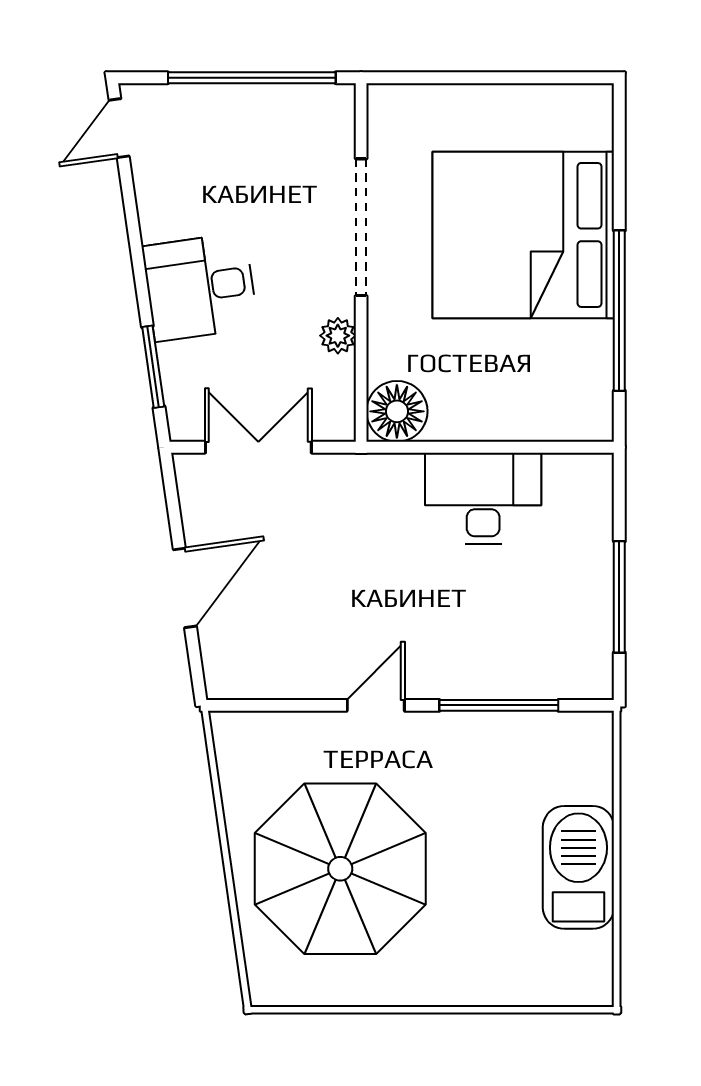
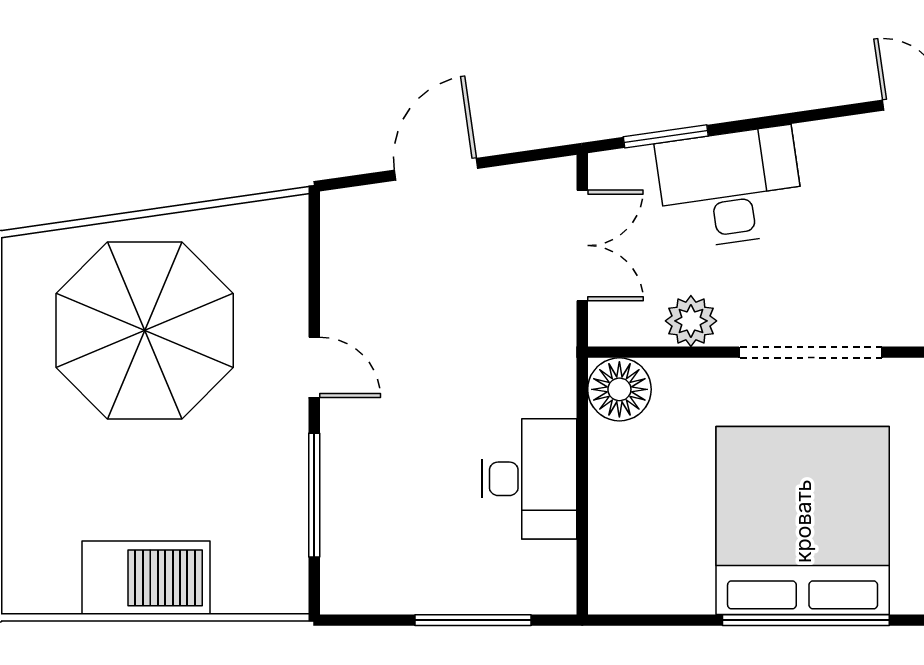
desk: (200, 287) -> (730, 188), width x1.37
window: (619, 311) -> (806, 620), moved
plant: (338, 336) -> (691, 321), width x1.38, depth x1.38
door: (185, 588) -> (436, 169), swing flipped
window: (619, 597) -> (473, 620), moved

